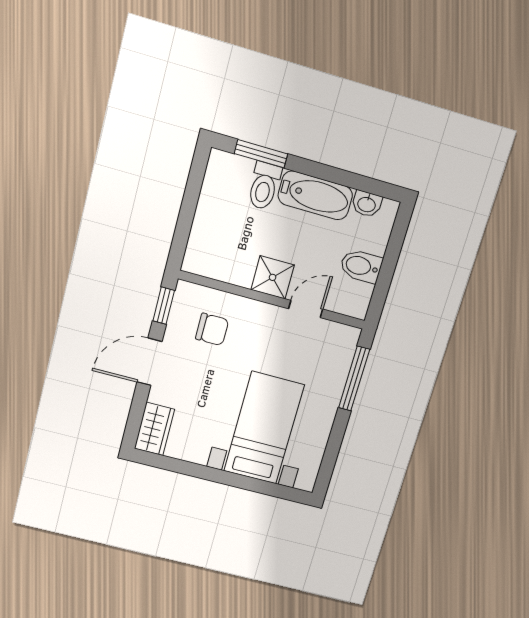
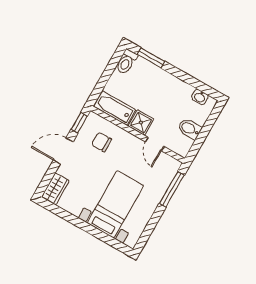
toilet: (264, 186) -> (127, 62), moved
bathtub: (315, 195) -> (114, 108), moved, turned 180
door: (306, 309) -> (155, 144), swing flipped
chair: (212, 329) -> (102, 142), turned 180

